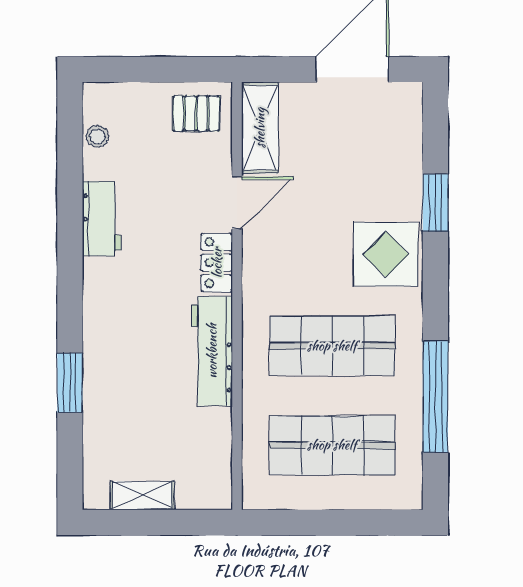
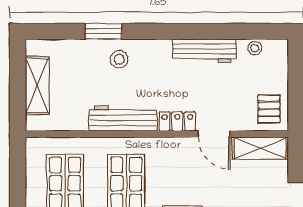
workbench: (102, 219) -> (204, 51), width x1.38
stool: (115, 357) -> (119, 59), added
shelving: (142, 495) -> (37, 86), width x1.50, depth x1.33

